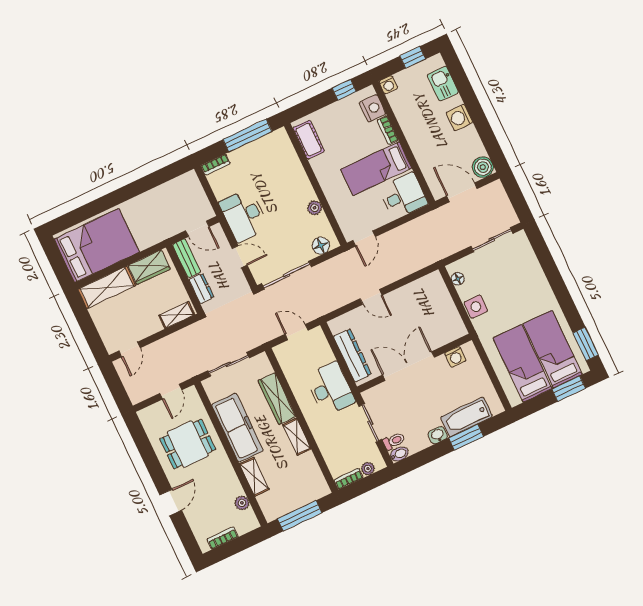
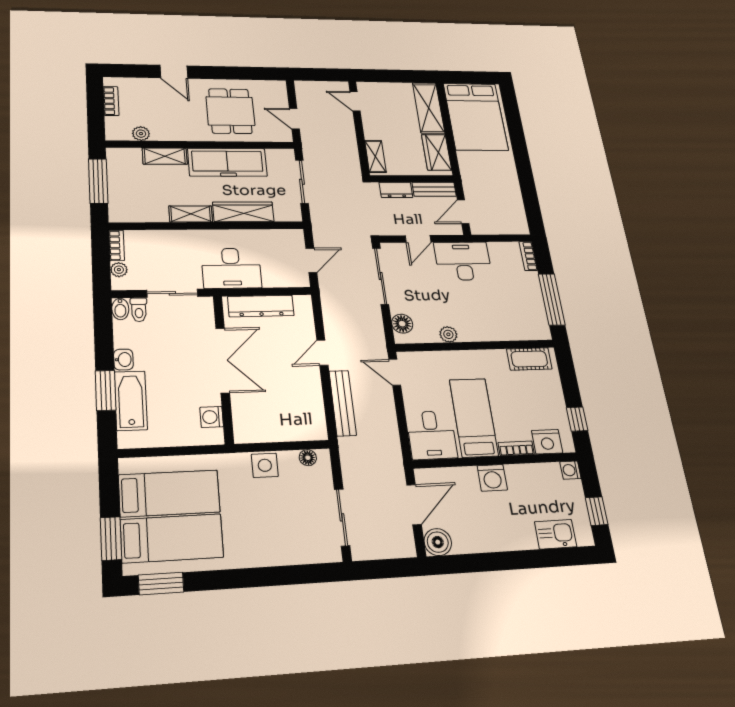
washing machine: (459, 118) -> (492, 478), moved, turned 180
bench: (405, 269) -> (343, 403), added

